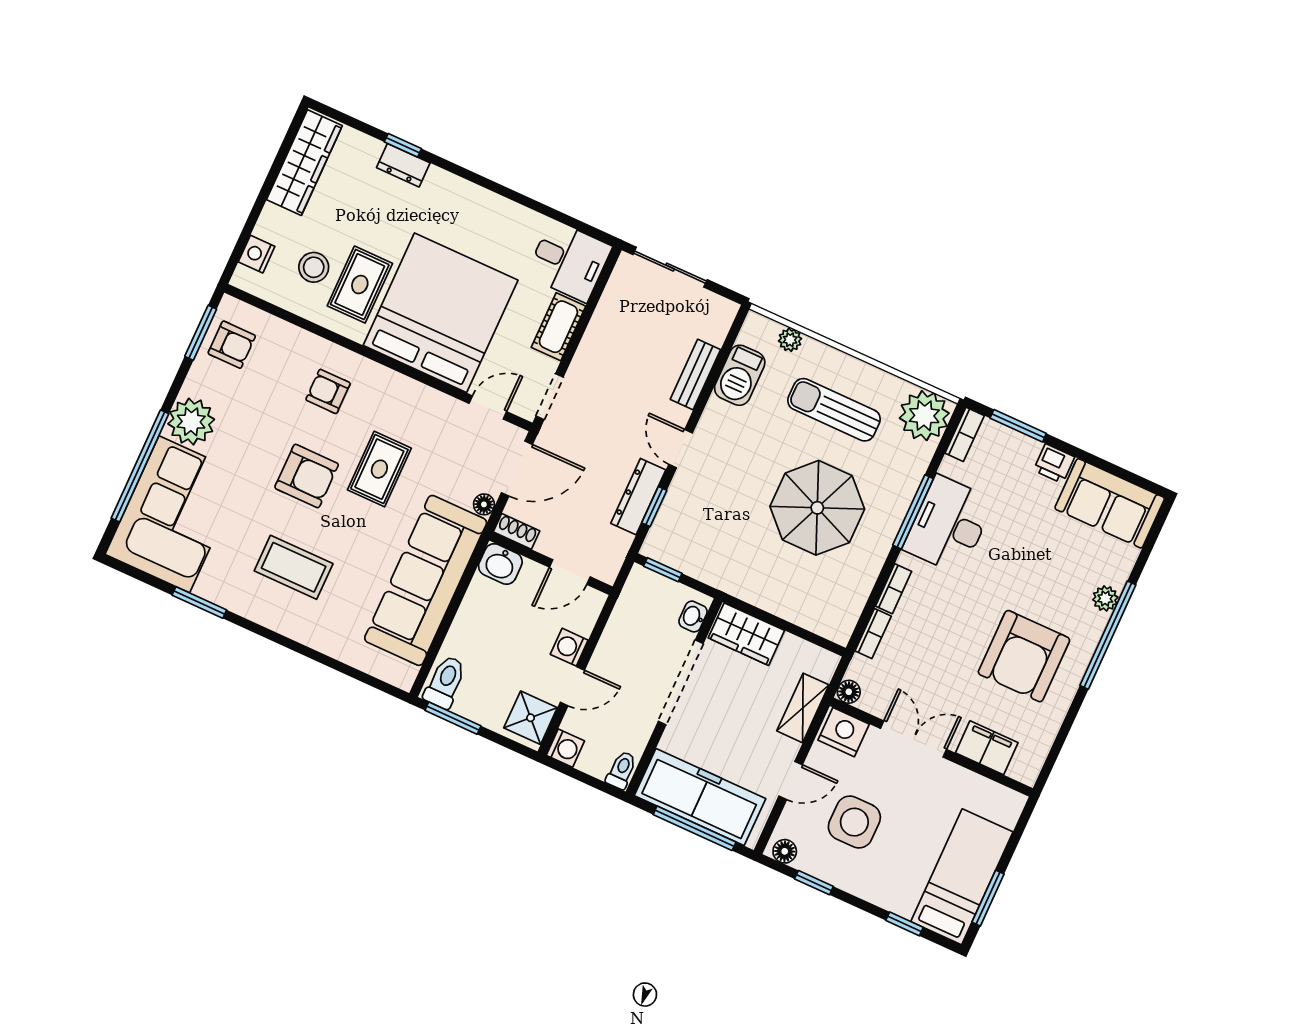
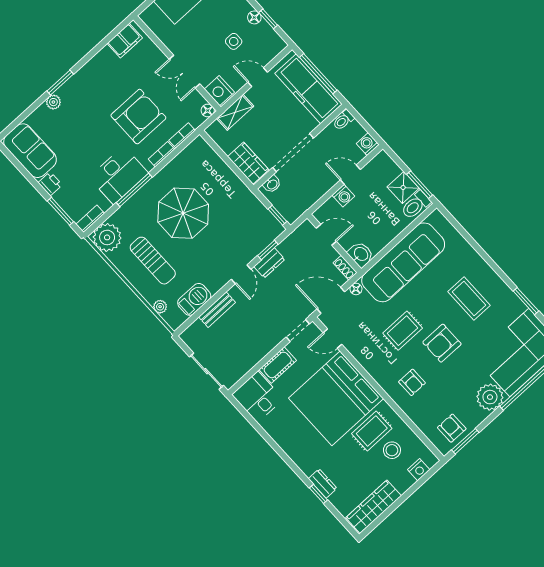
armchair: (307, 476) -> (442, 343), turned -90
dresser: (638, 497) -> (269, 263), width x0.70
window: (1108, 635) -> (60, 82), width x0.47
armchair: (1024, 656) -> (138, 117), moved
shower: (531, 718) -> (403, 188), moved
filing cabinet: (987, 748) -> (125, 41), moved, turned -90
side table: (854, 822) -> (234, 41), width x0.54, depth x0.54
floor lamp: (785, 851) -> (254, 17), moved

